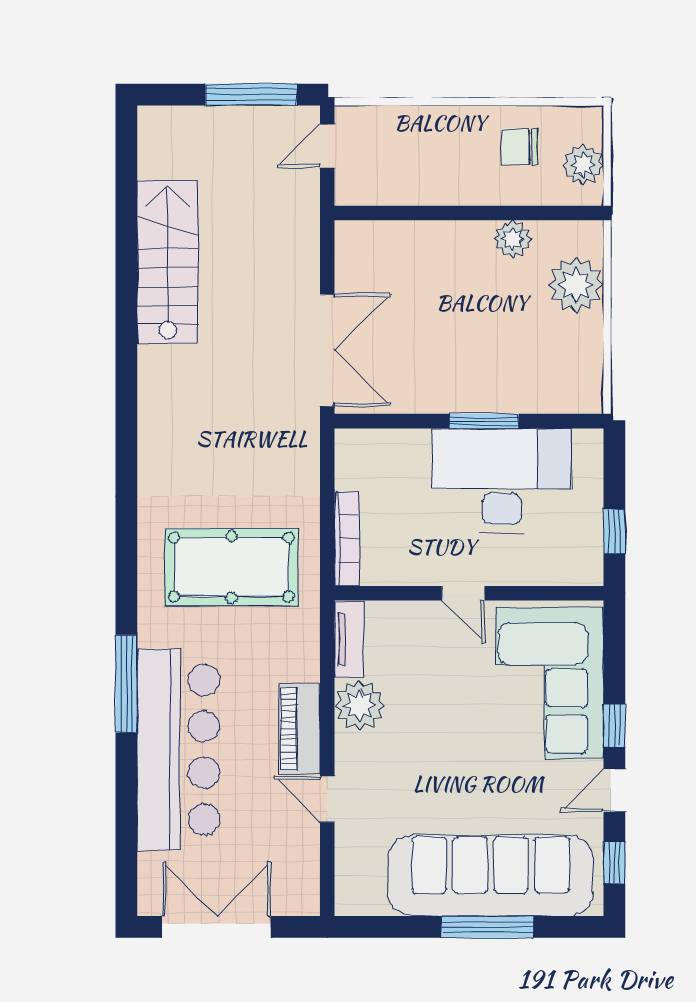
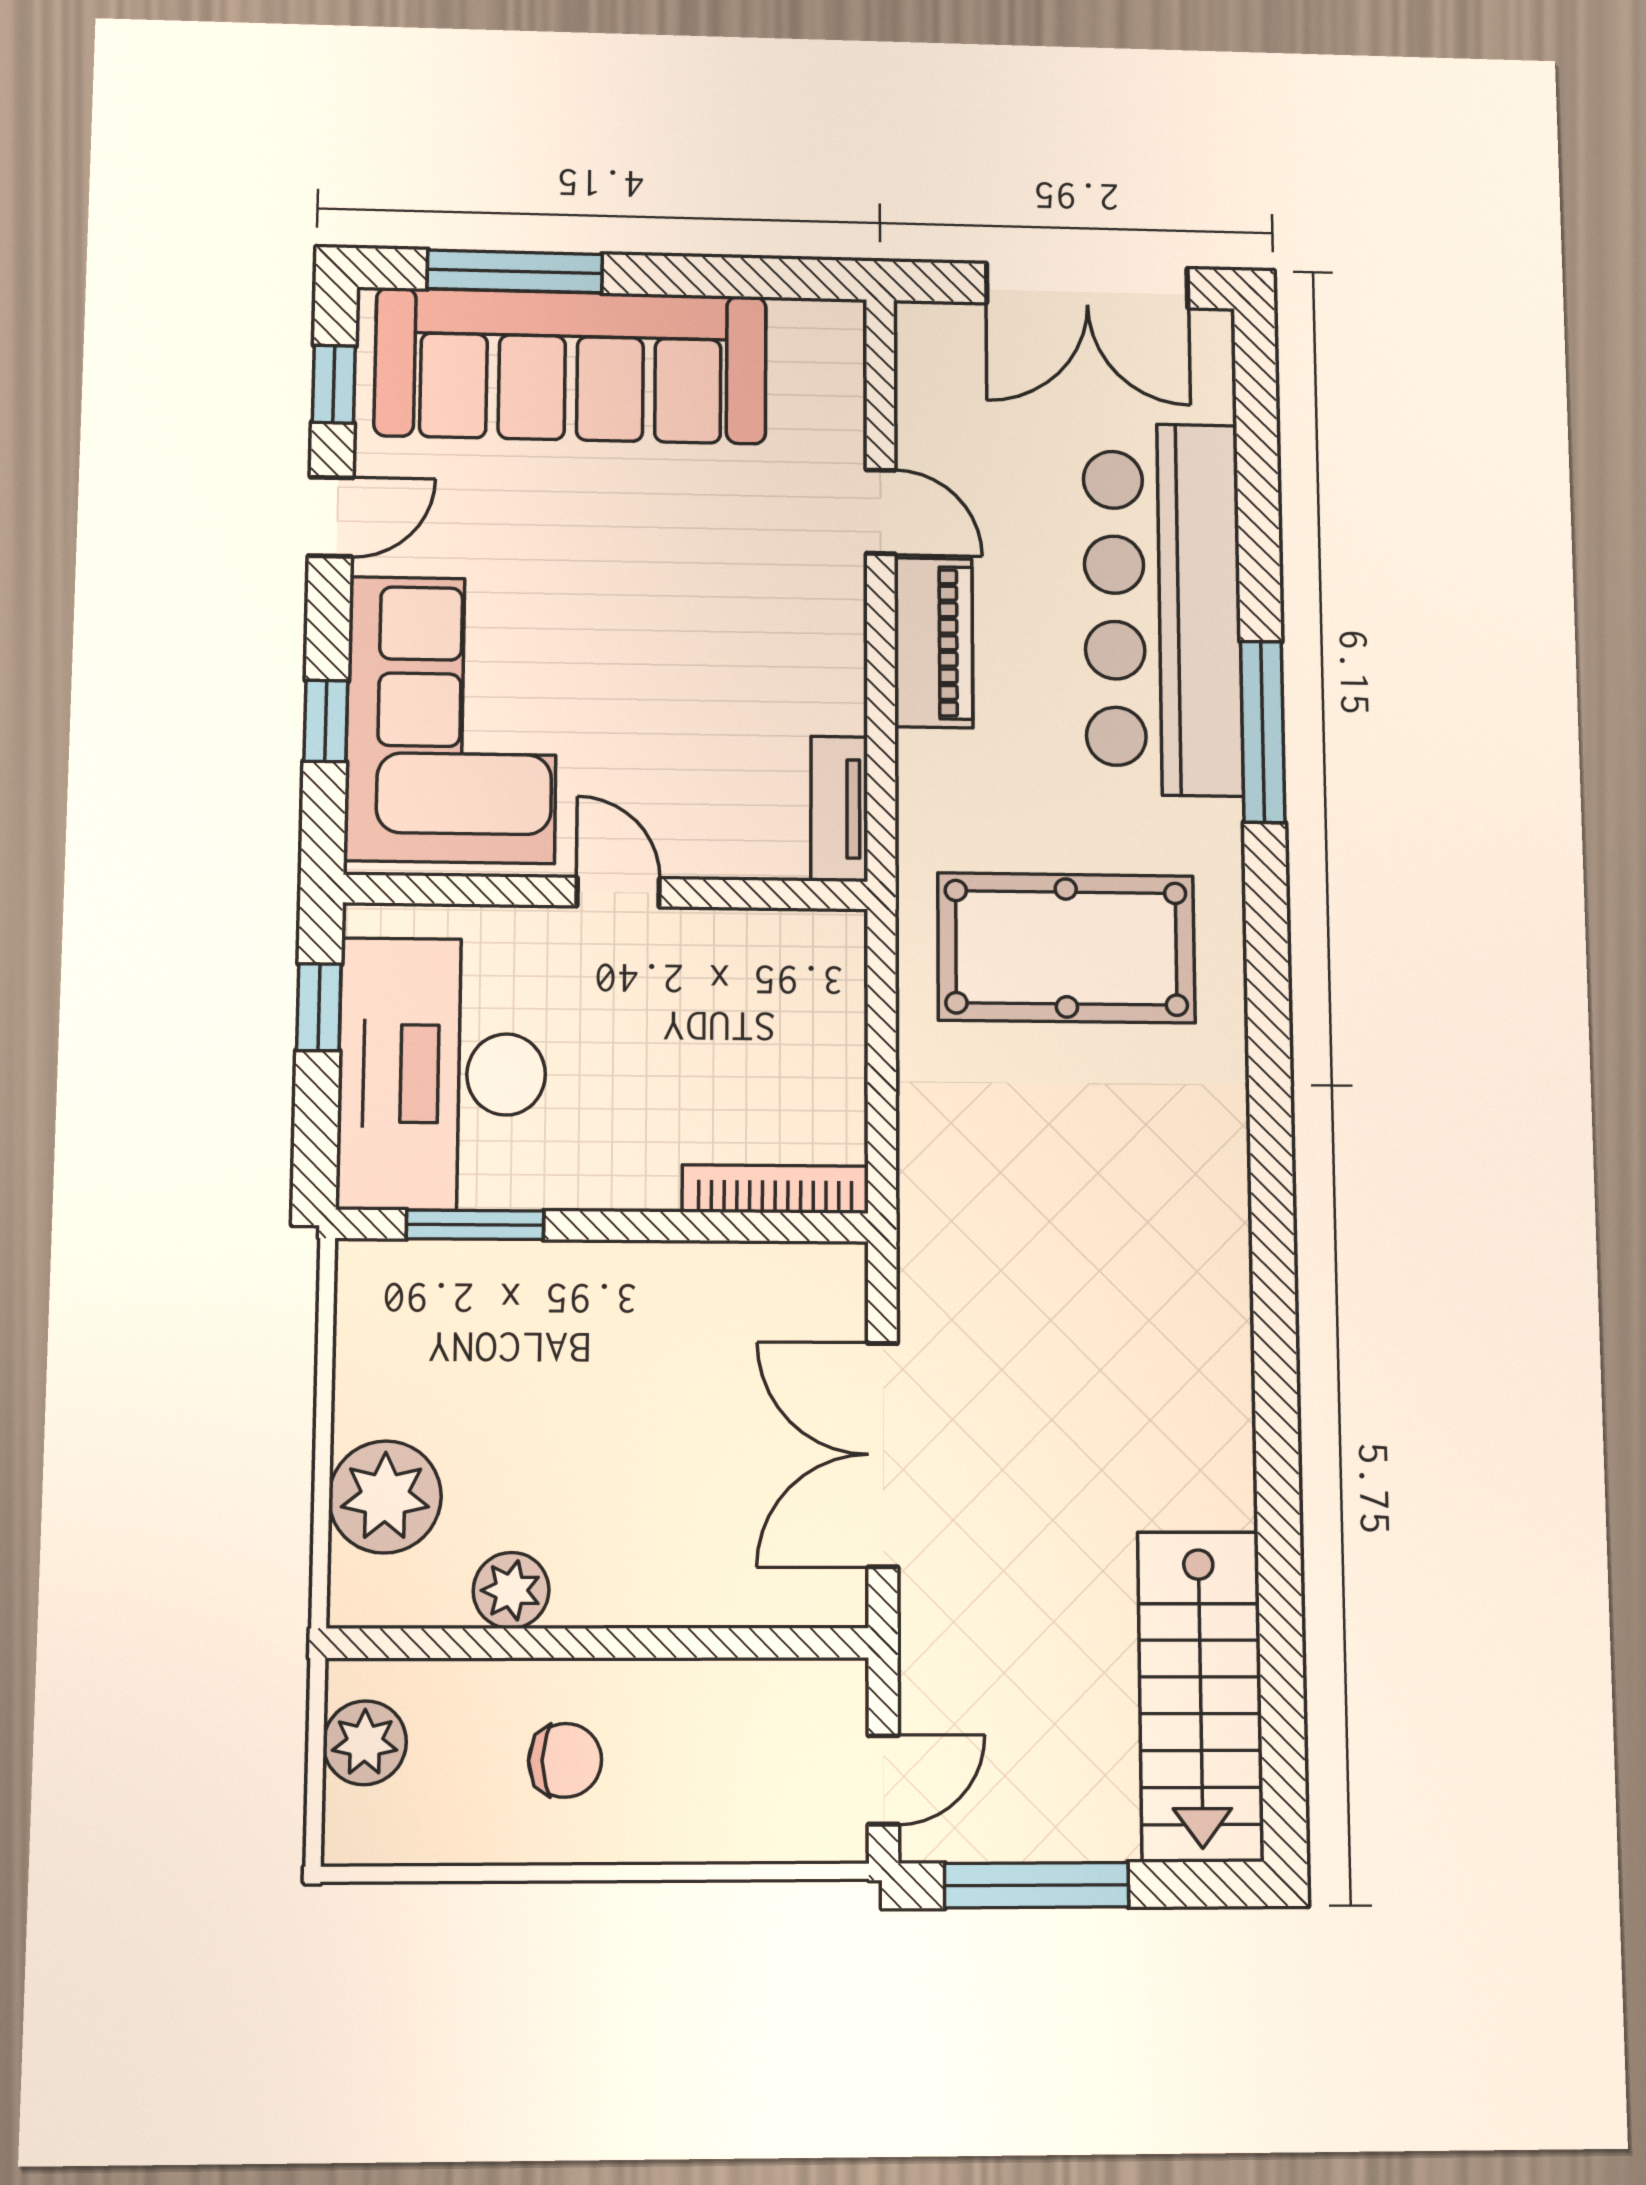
chair: (520, 147) -> (565, 1760), moved
stairs: (168, 262) -> (1200, 1696), moved
double door: (327, 350) -> (883, 1455), moved
window: (484, 421) -> (475, 1225), moved
desk: (502, 480) -> (442, 1074), moved, turned 90
bookcase: (347, 539) -> (775, 1189), moved, turned 90
plant: (360, 705) -> (819, 684), removed
window: (614, 725) -> (326, 721), moved
window: (487, 927) -> (515, 271), moved

